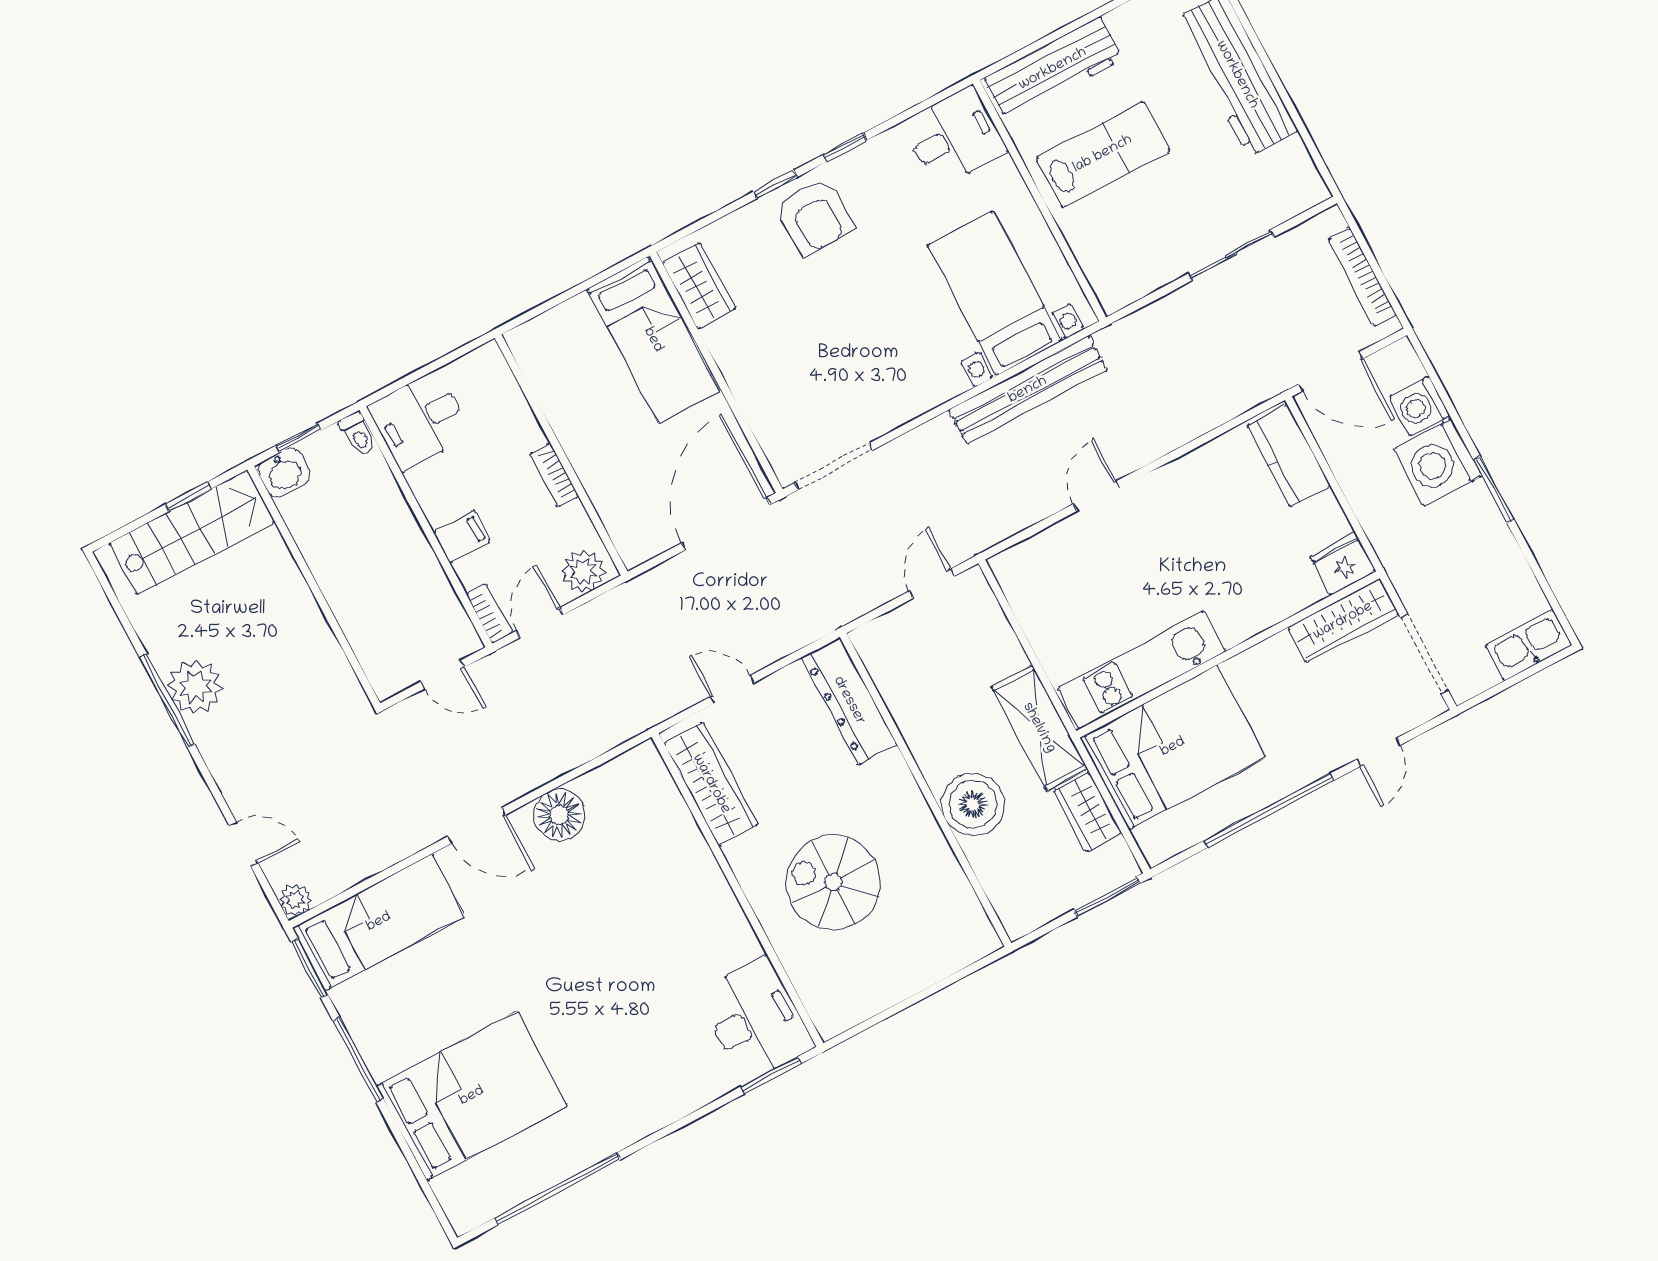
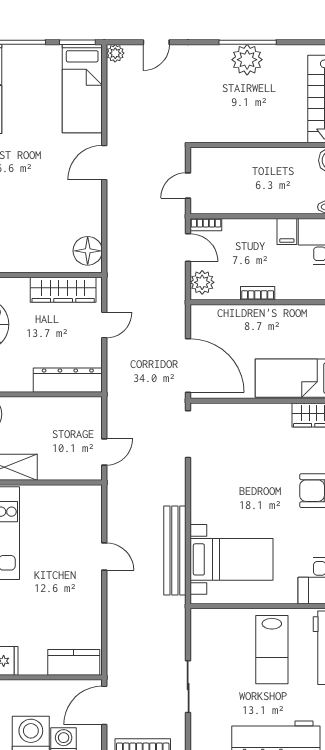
filing cabinet: (462, 536) -> (287, 231), moved
door: (932, 583) -> (104, 452), hinge flipped
floor lamp: (559, 815) -> (88, 251), moved

